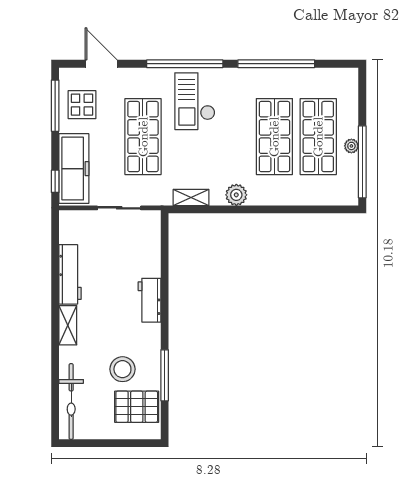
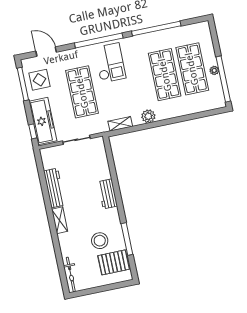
checkout: (195, 101) -> (110, 63), turned 180
bicycle: (71, 401) -> (71, 275), width x0.73, depth x0.71

